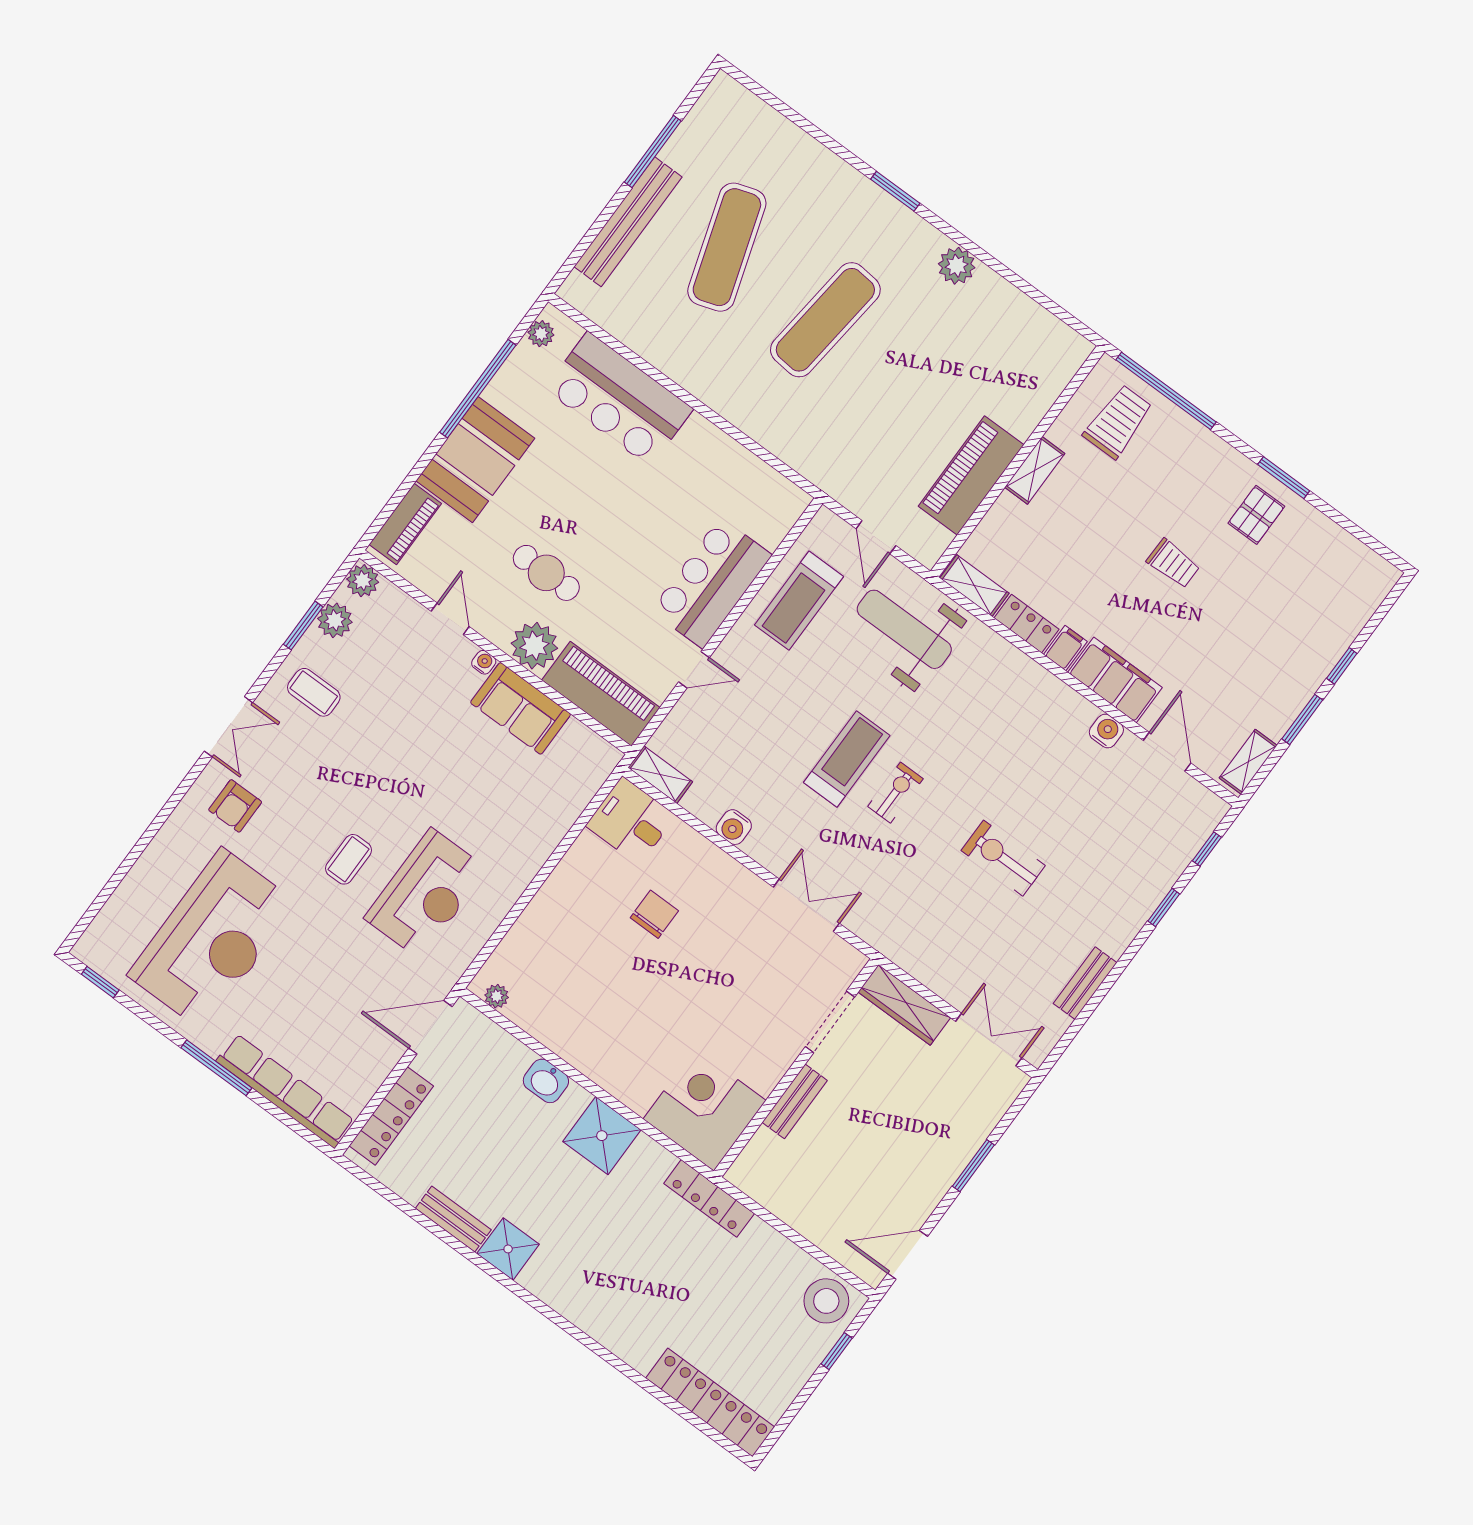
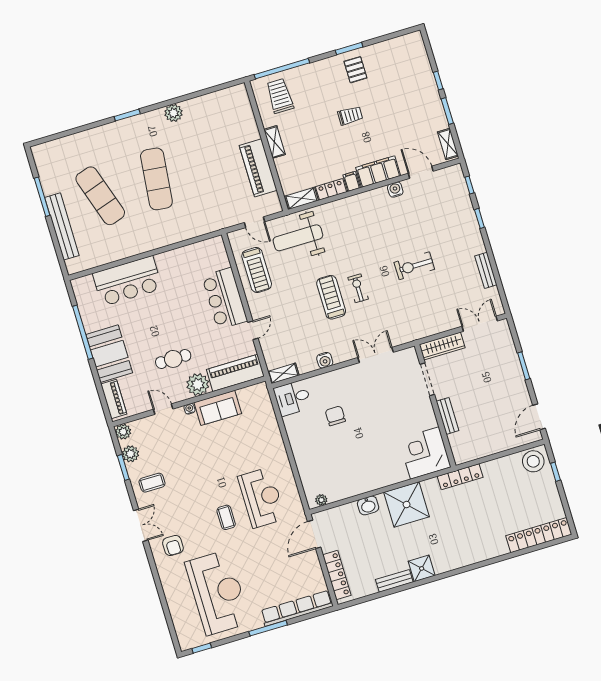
plant: (541, 334) -> (80, 292), removed
shower: (602, 1136) -> (407, 505), width x1.37, depth x1.37

